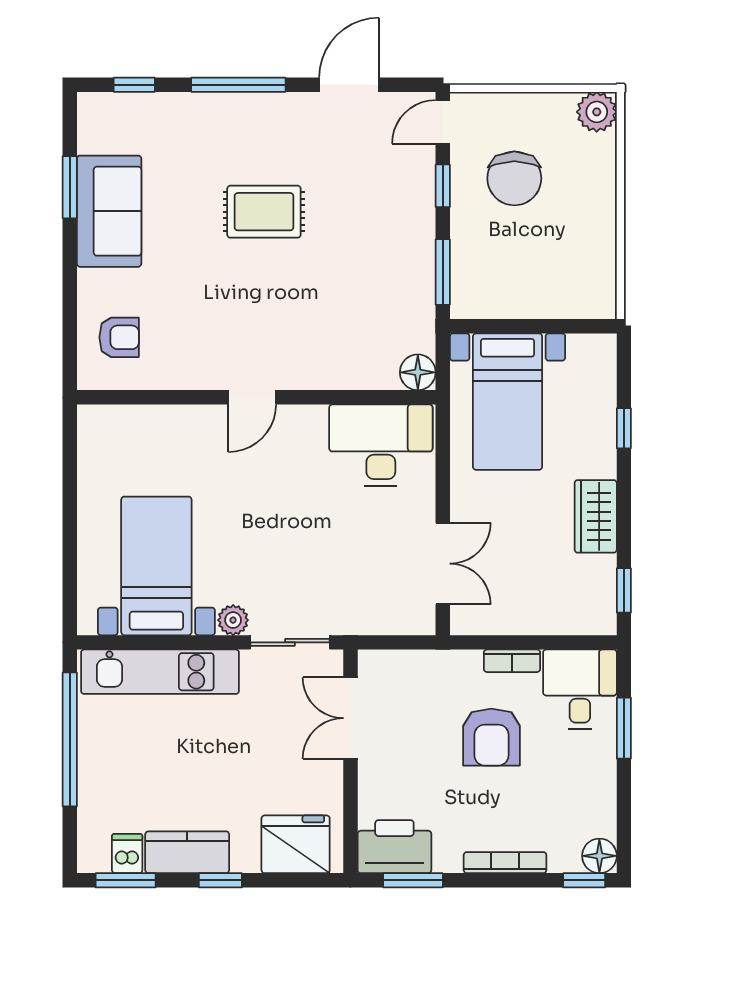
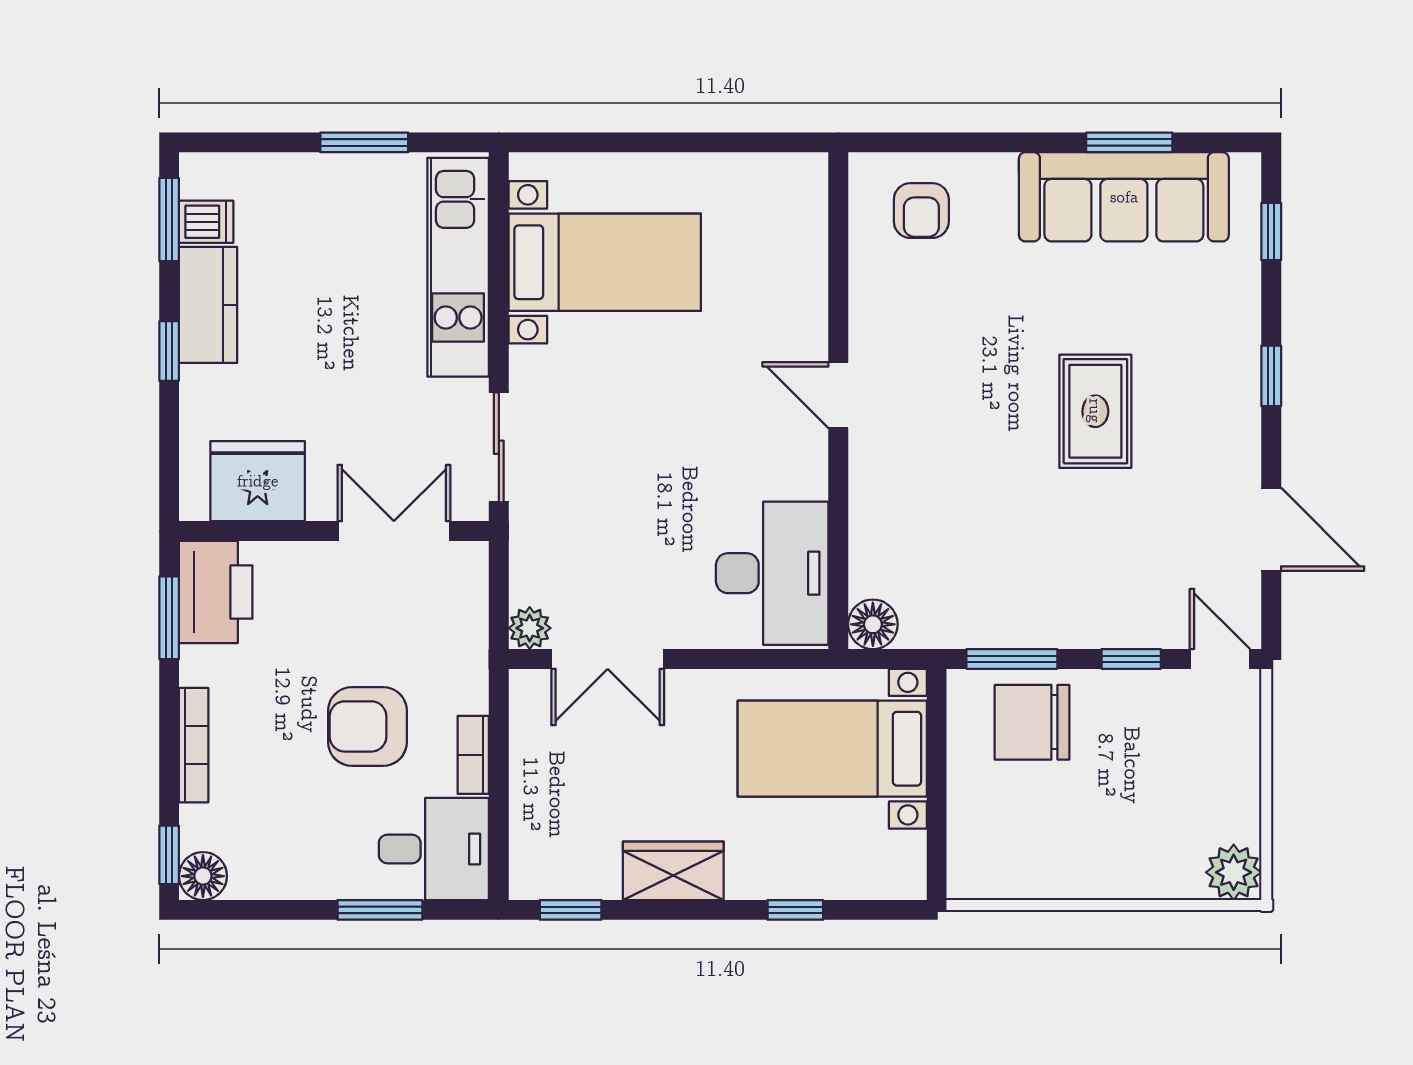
window: (238, 85) -> (1271, 376), width x0.46
chair: (514, 178) -> (1032, 722), moved
sofa: (109, 211) -> (1124, 197), width x1.36
plant: (233, 620) -> (530, 628), moved
window: (70, 739) -> (364, 142), width x0.47
fridge: (296, 844) -> (258, 481), moved, turned -90

